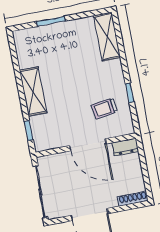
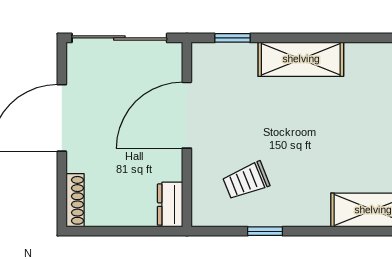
trolley: (104, 108) -> (246, 181), turned -104
door: (88, 145) -> (187, 115), moved

